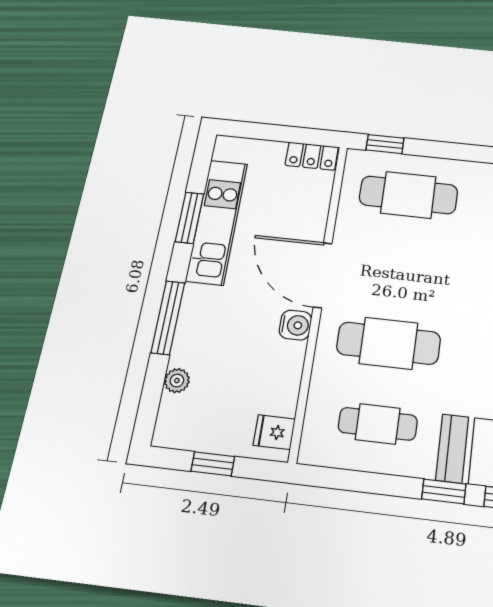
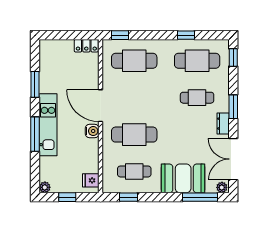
kitchen unit: (217, 222) -> (48, 125), moved
plant: (177, 381) -> (45, 187), moved
window: (444, 491) -> (128, 197), moved

